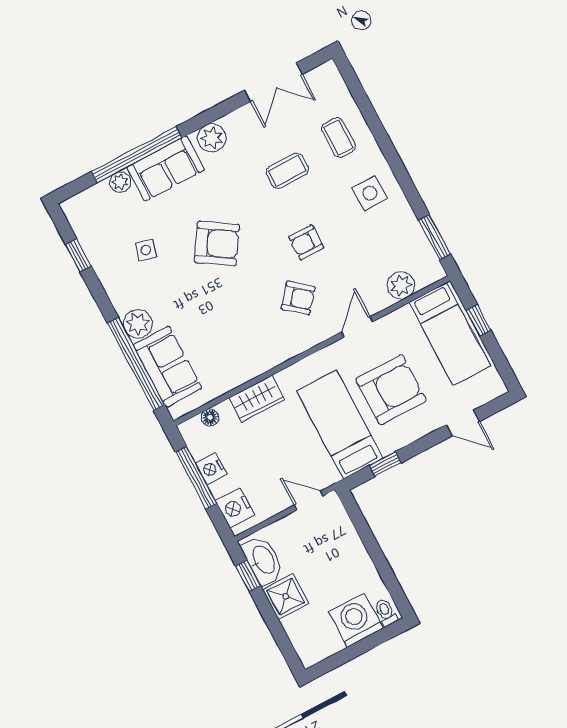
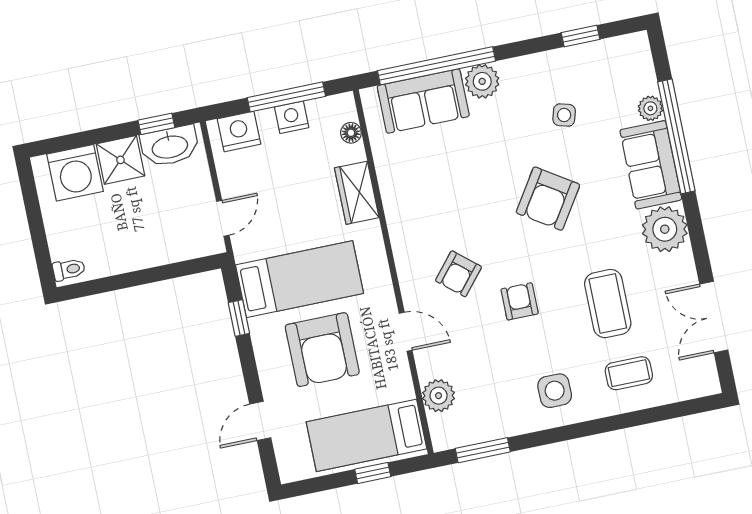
plant: (212, 138) -> (665, 229), width x1.36, depth x1.36
coffee table: (287, 171) -> (608, 304), width x1.36, depth x1.30
washing machine: (356, 620) -> (75, 173), moved, turned 90

